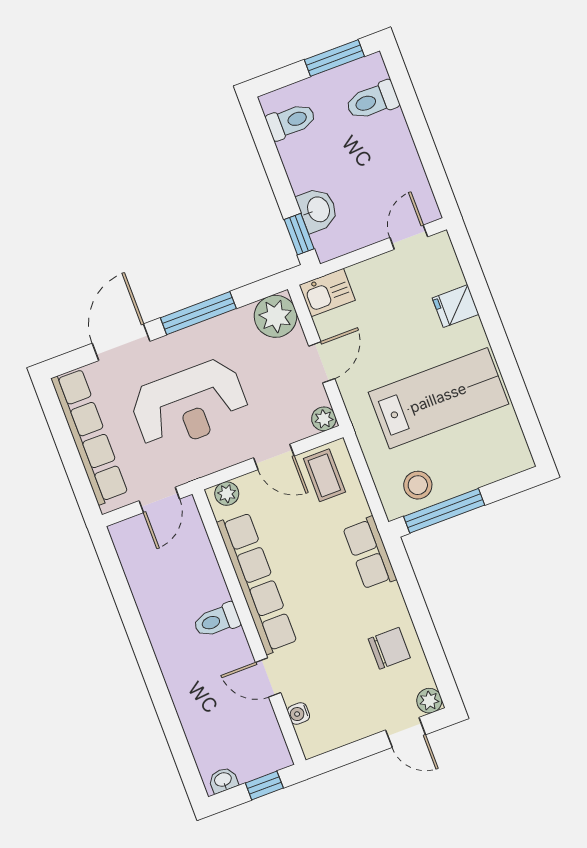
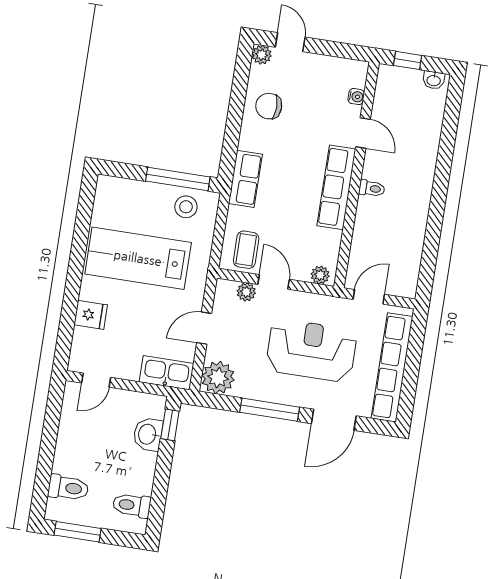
kitchen sink: (327, 293) -> (167, 373), width x1.38
plant: (324, 419) -> (246, 292), moved
row of seats: (257, 583) -> (336, 187), width x0.73
toilet: (217, 620) -> (372, 188), width x0.73, depth x0.72

